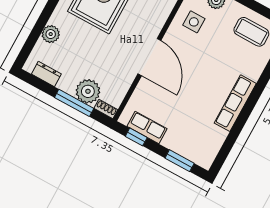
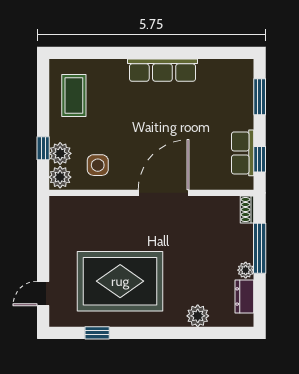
plant: (88, 91) -> (246, 270), moved, width x0.53, depth x0.53

